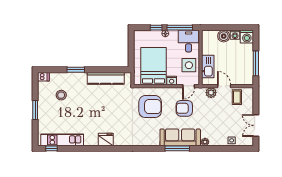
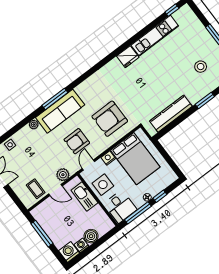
armchair: (184, 108) -> (77, 141), turned 180
kitchen unit: (62, 140) -> (155, 36), moved

